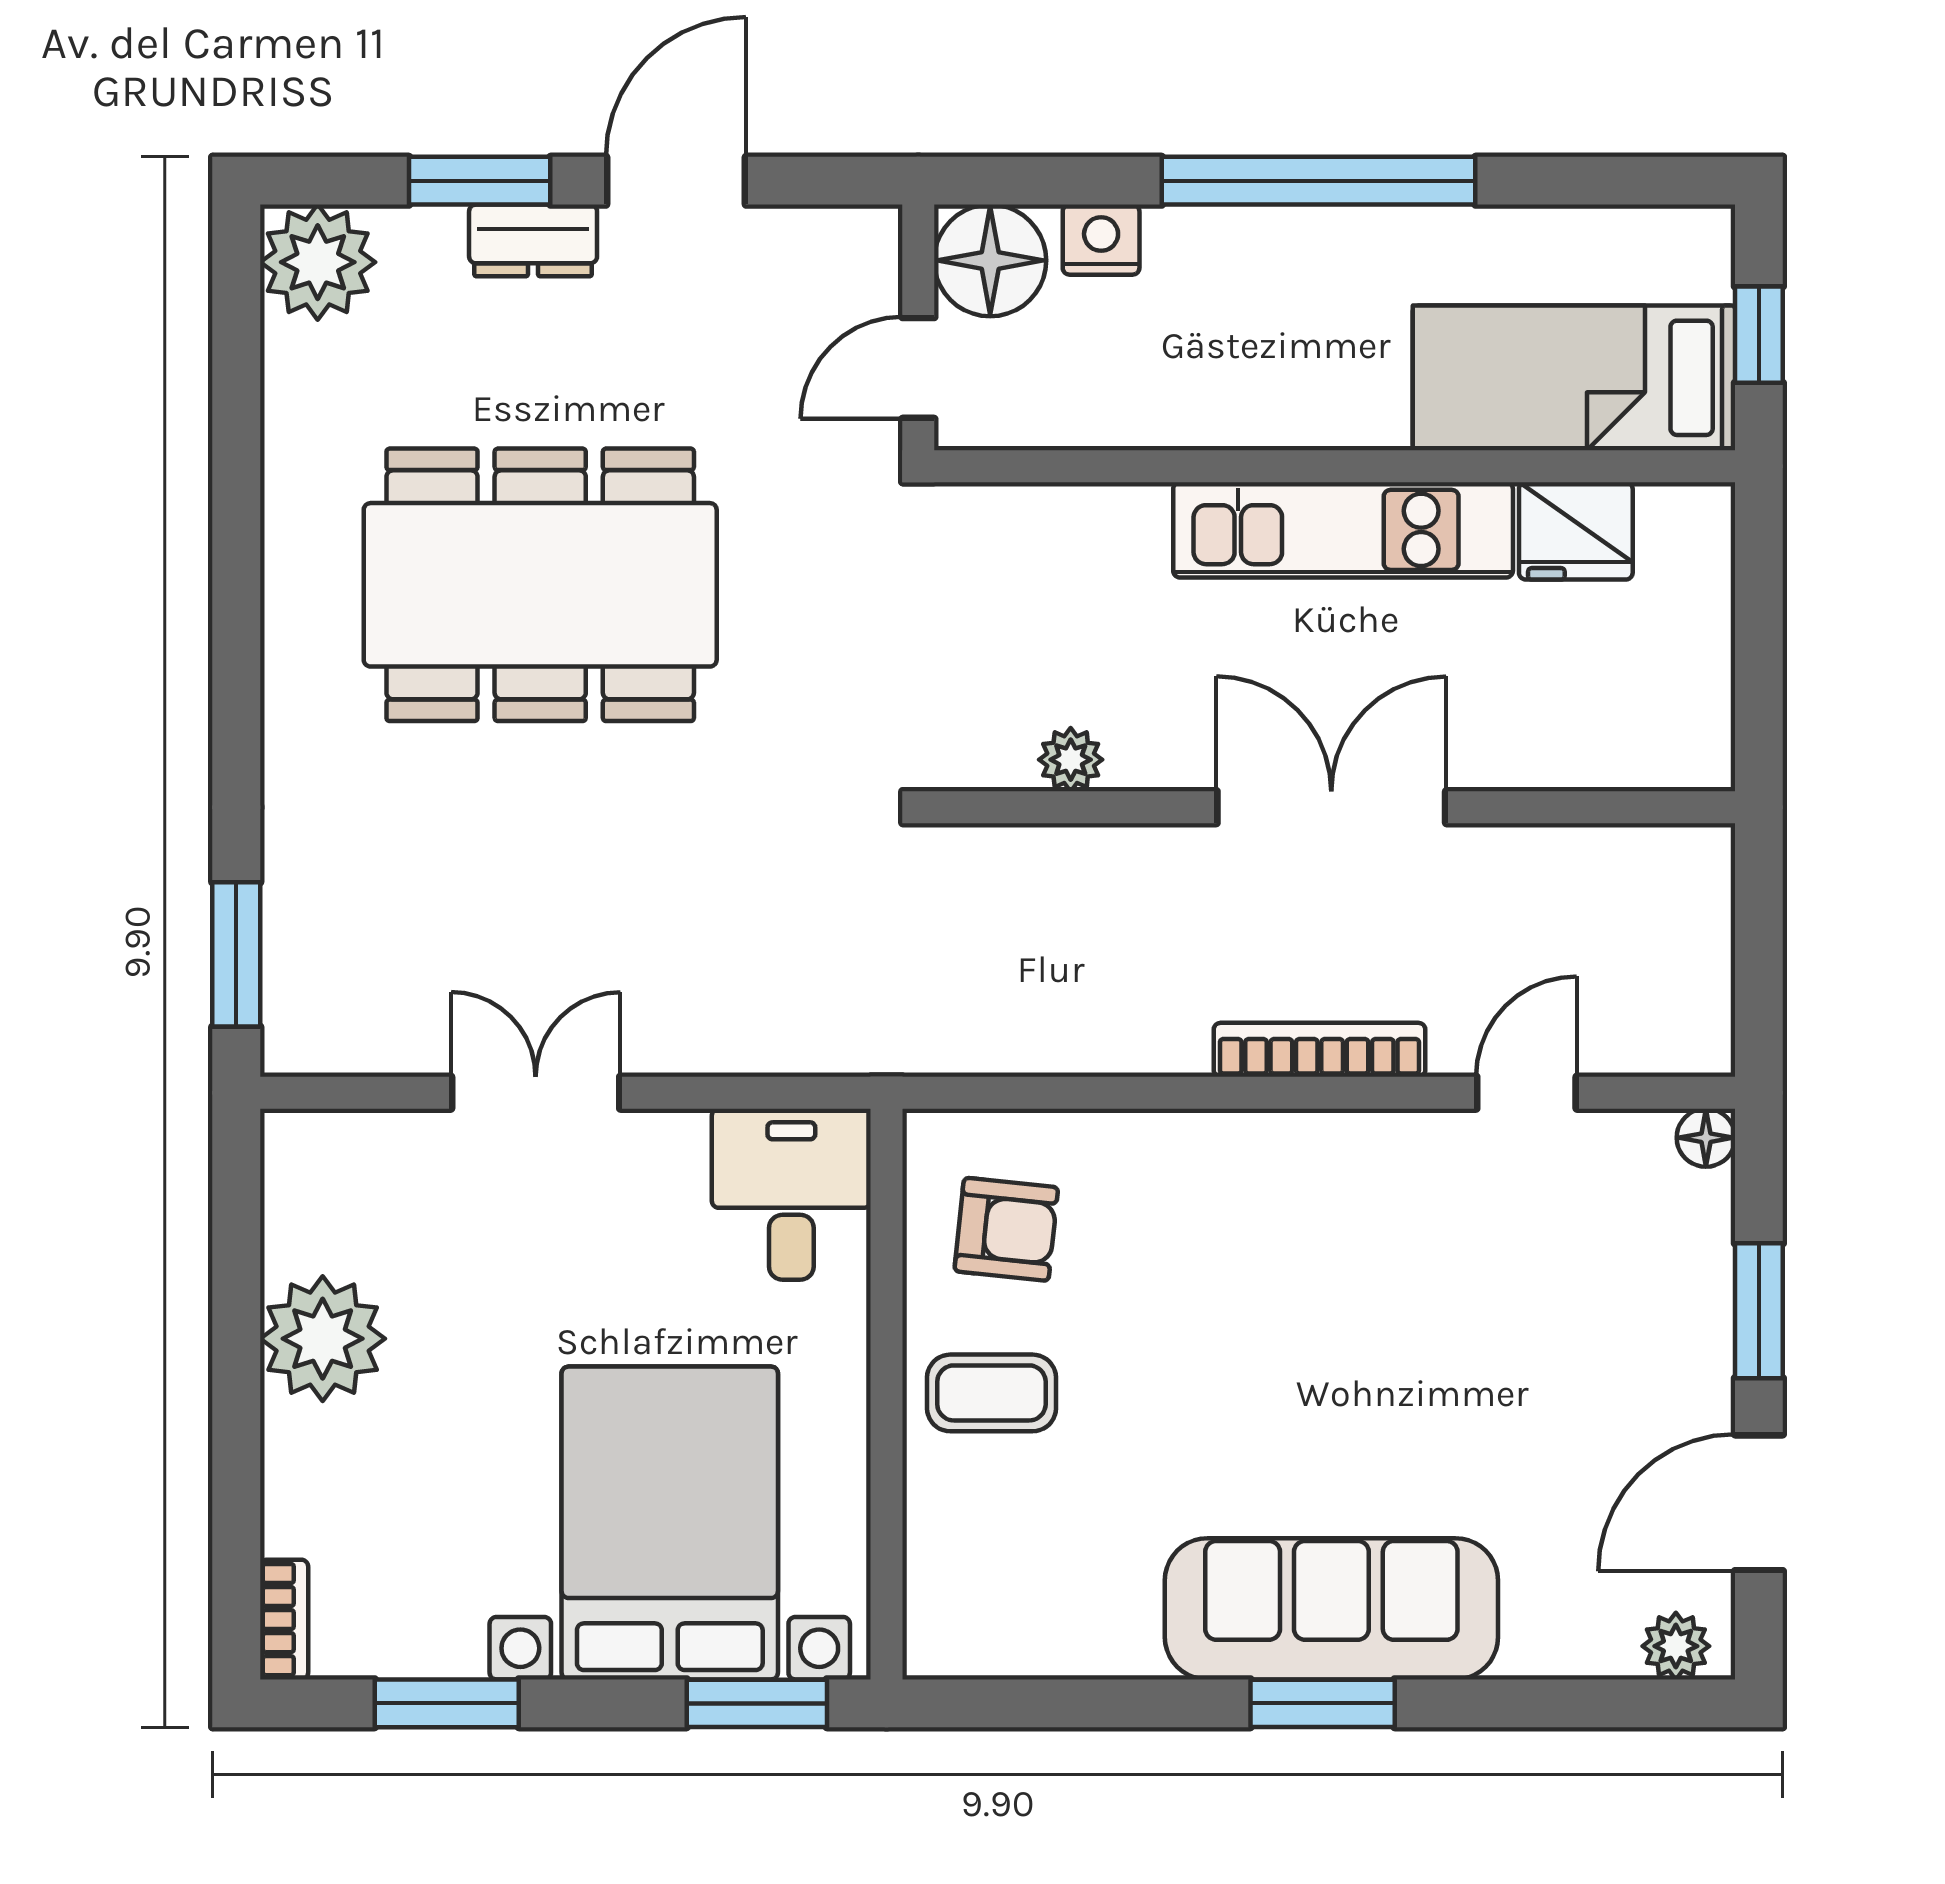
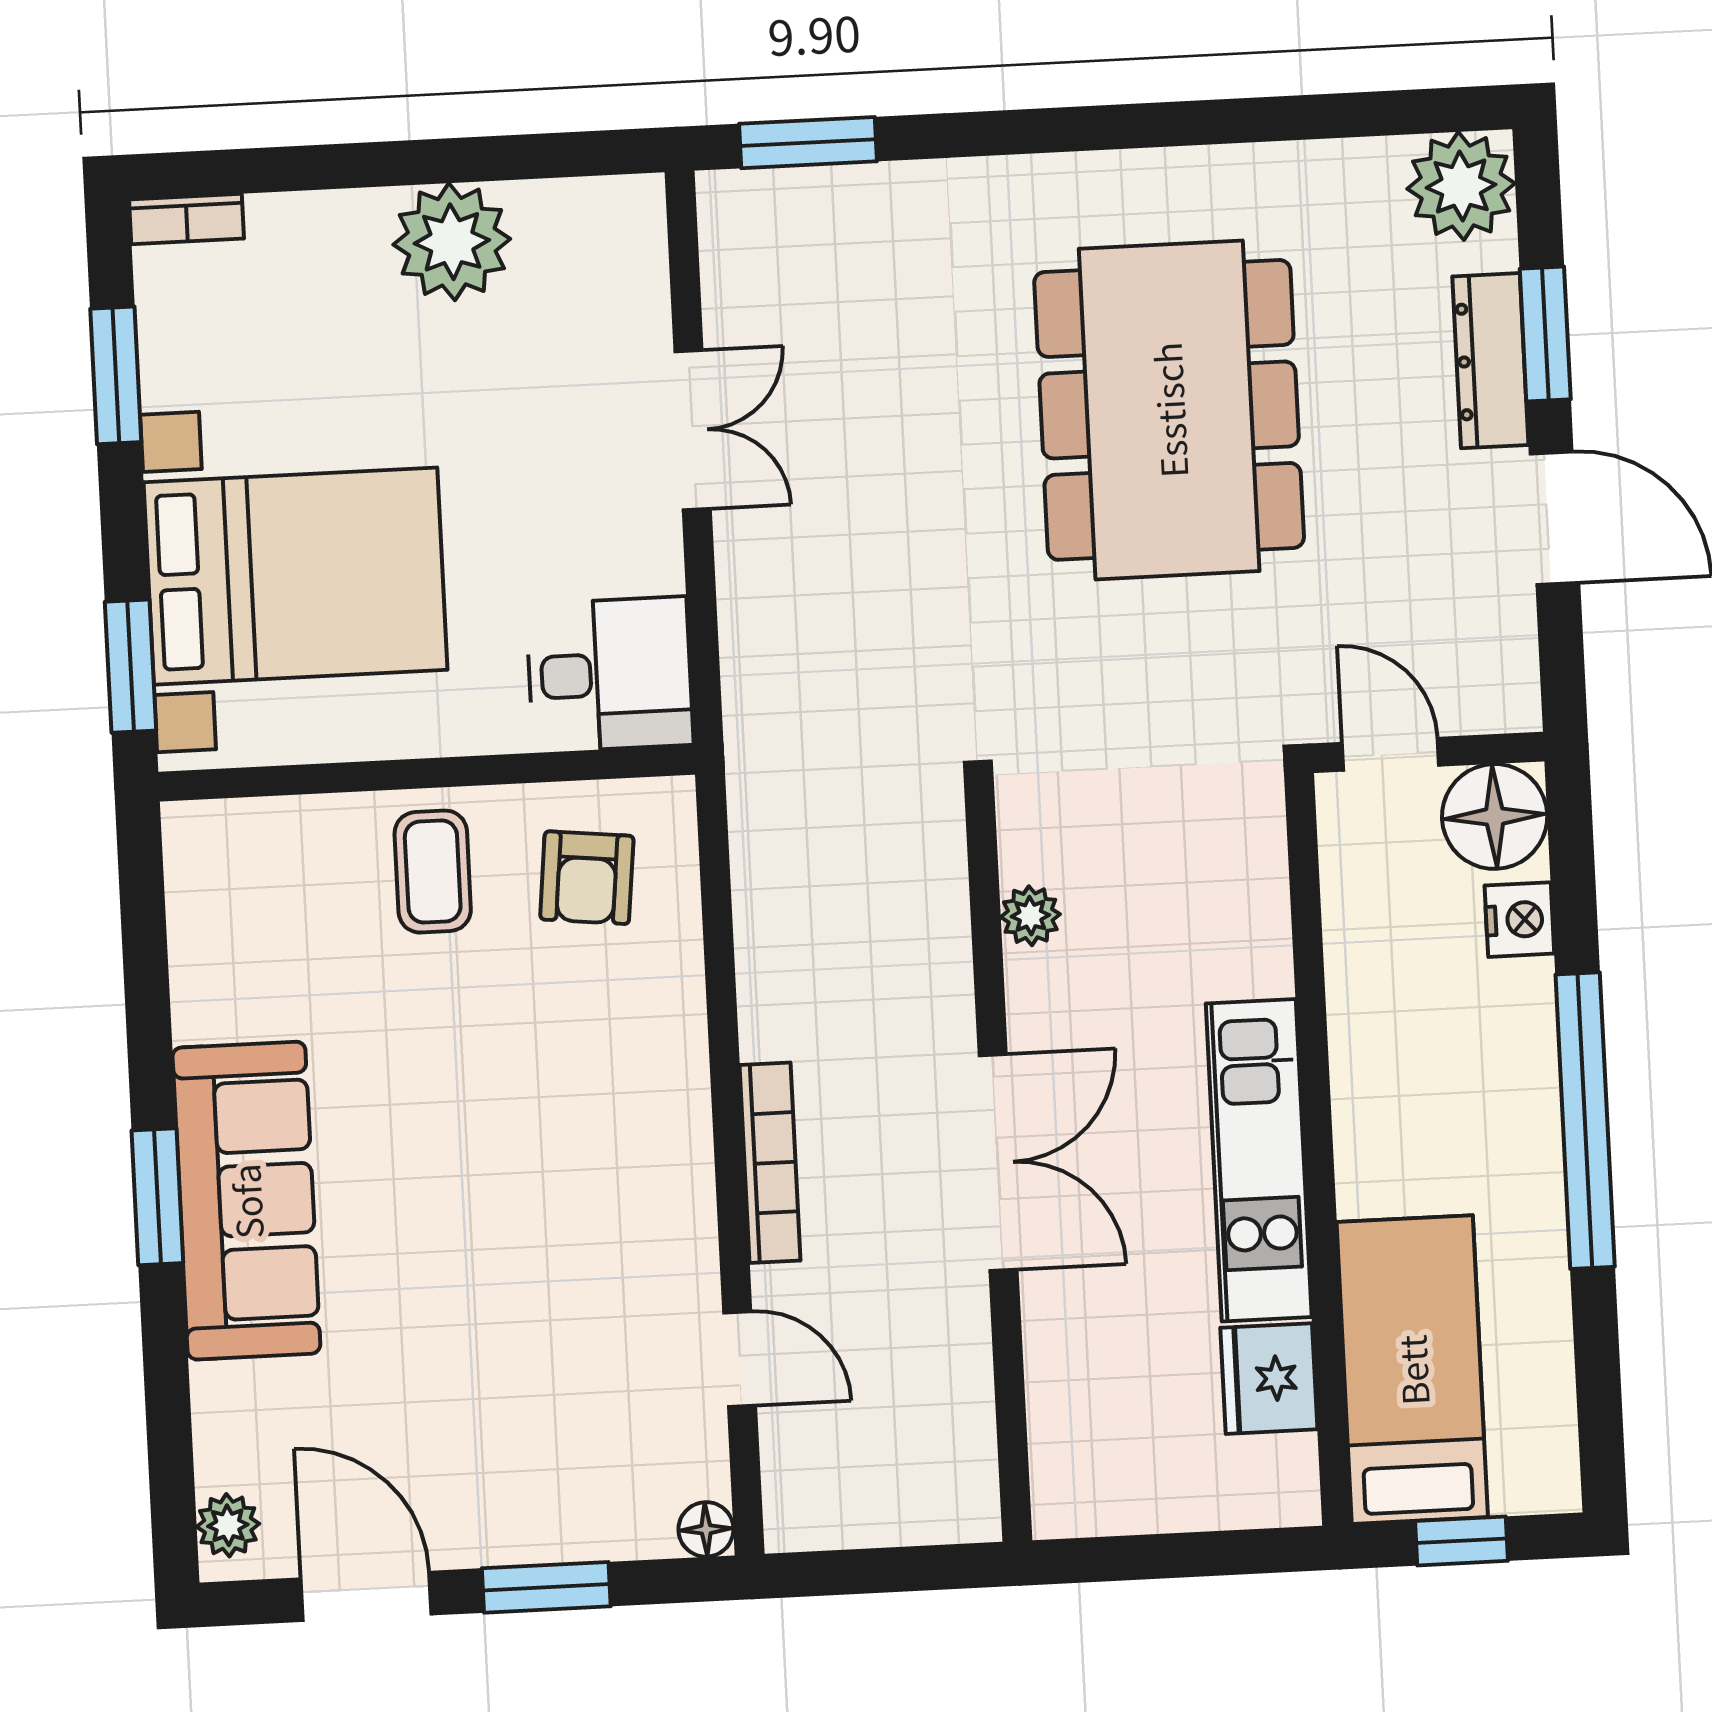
dresser: (533, 240) -> (1490, 361), width x1.44

